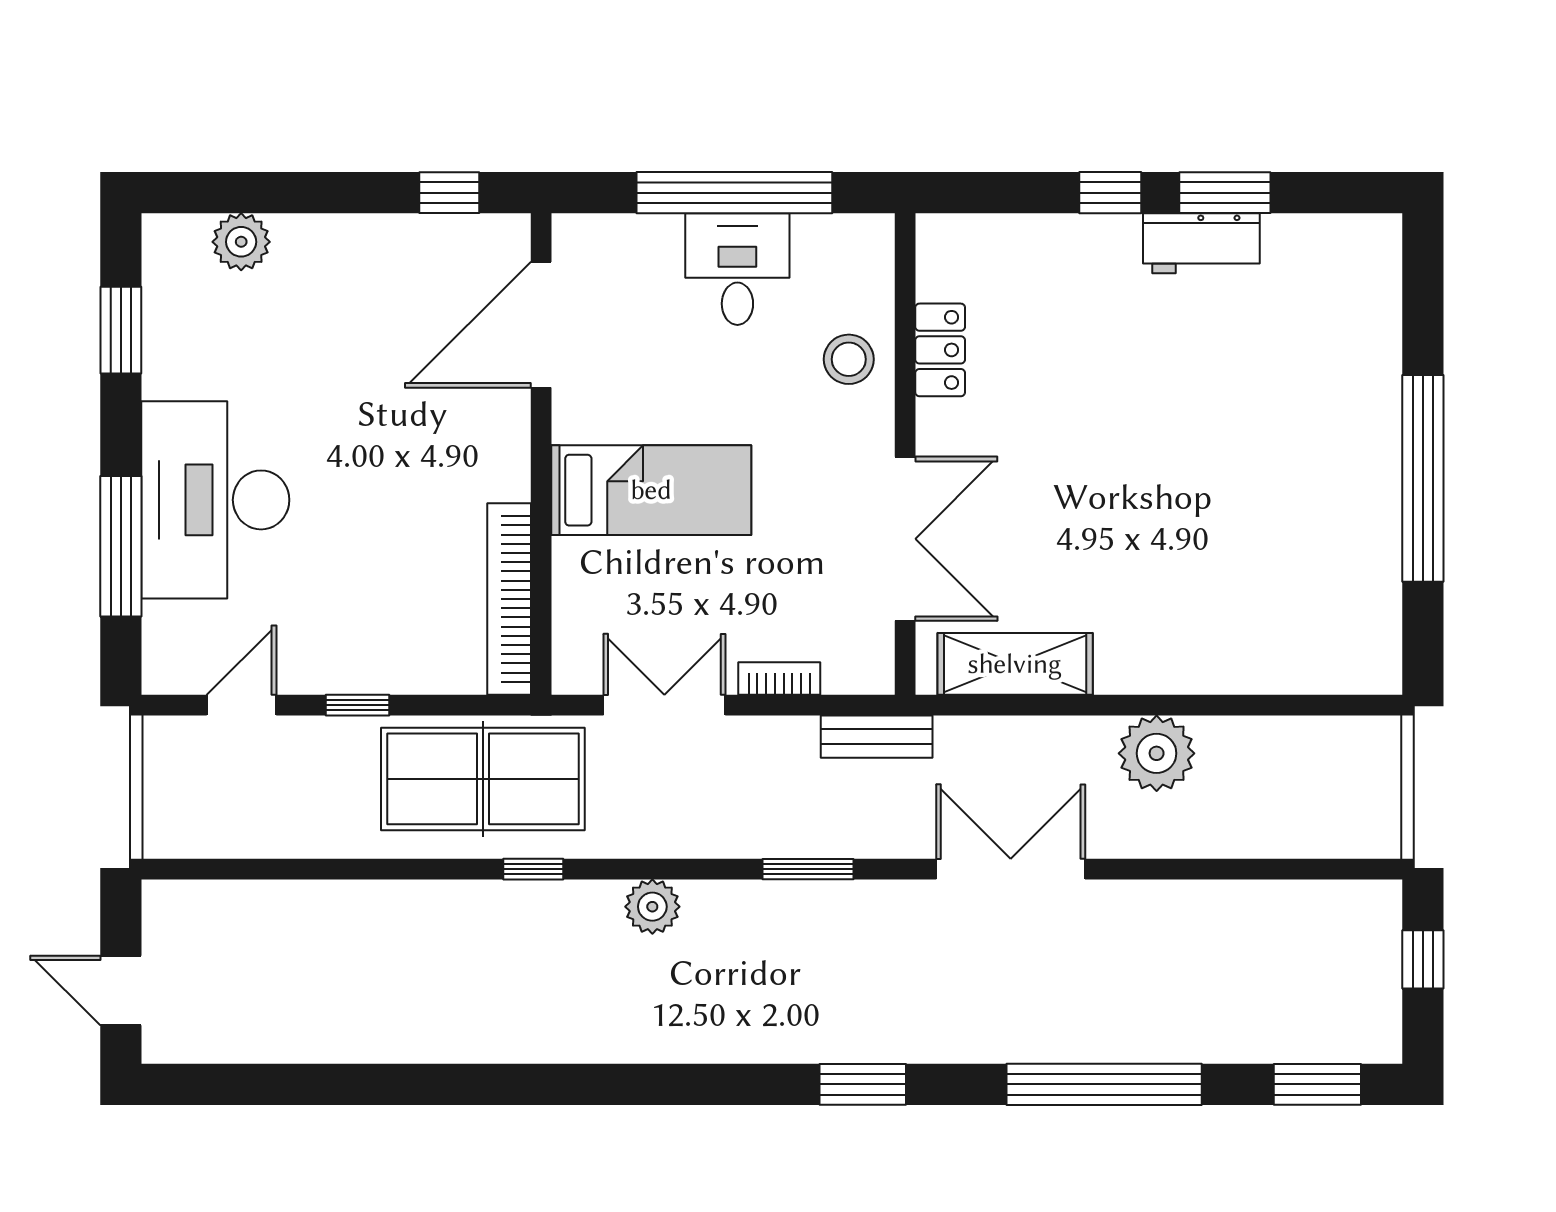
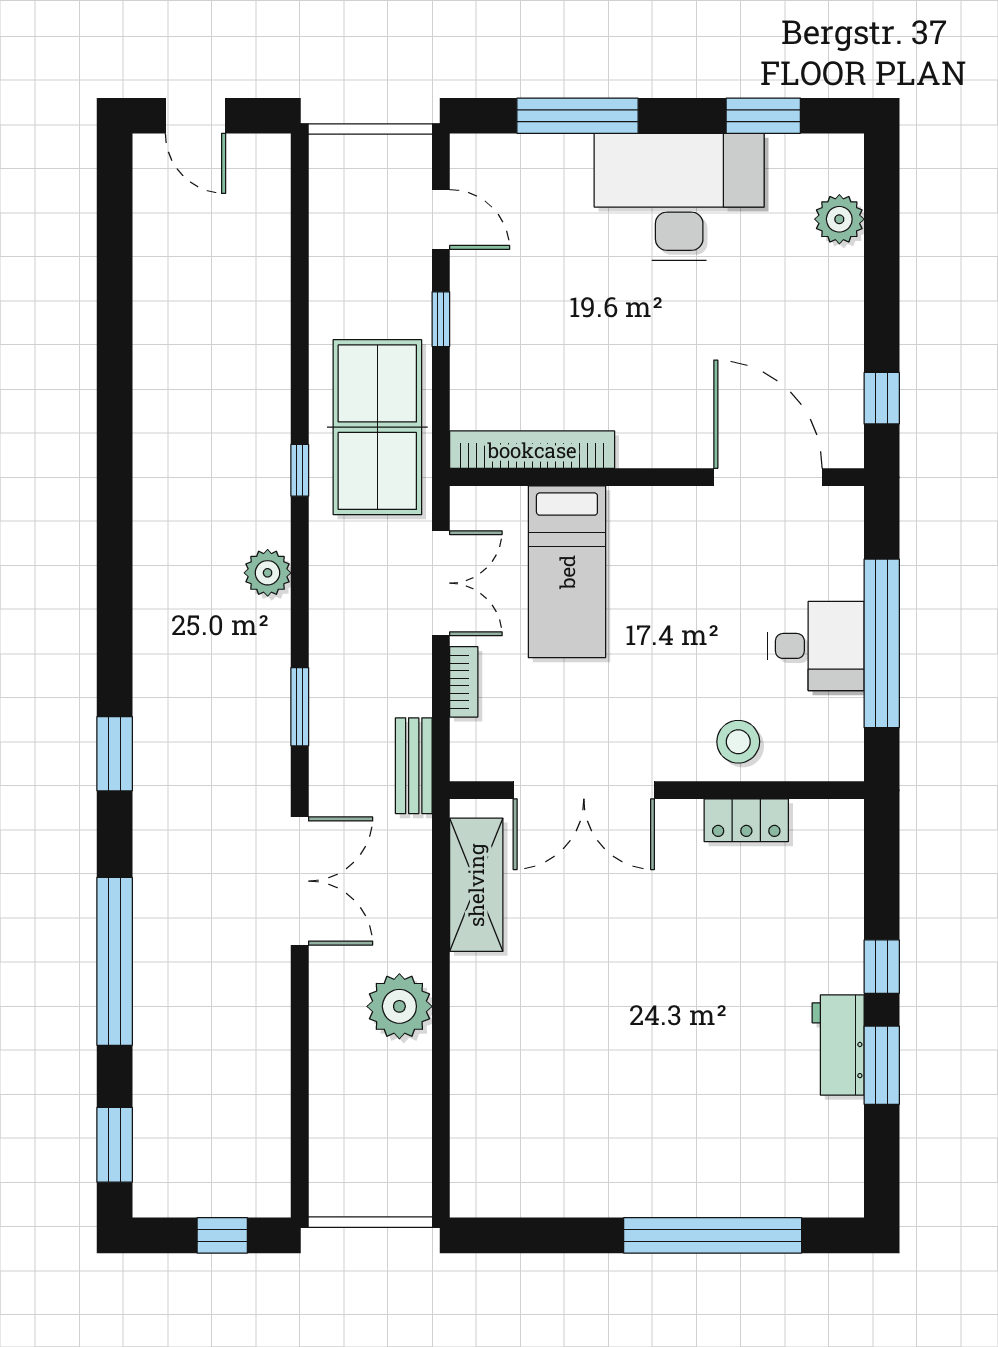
window: (1423, 478) -> (713, 1235), moved
bed: (651, 490) -> (567, 572), moved
desk: (215, 500) -> (679, 197), moved
door: (121, 990) -> (195, 116), swing flipped

